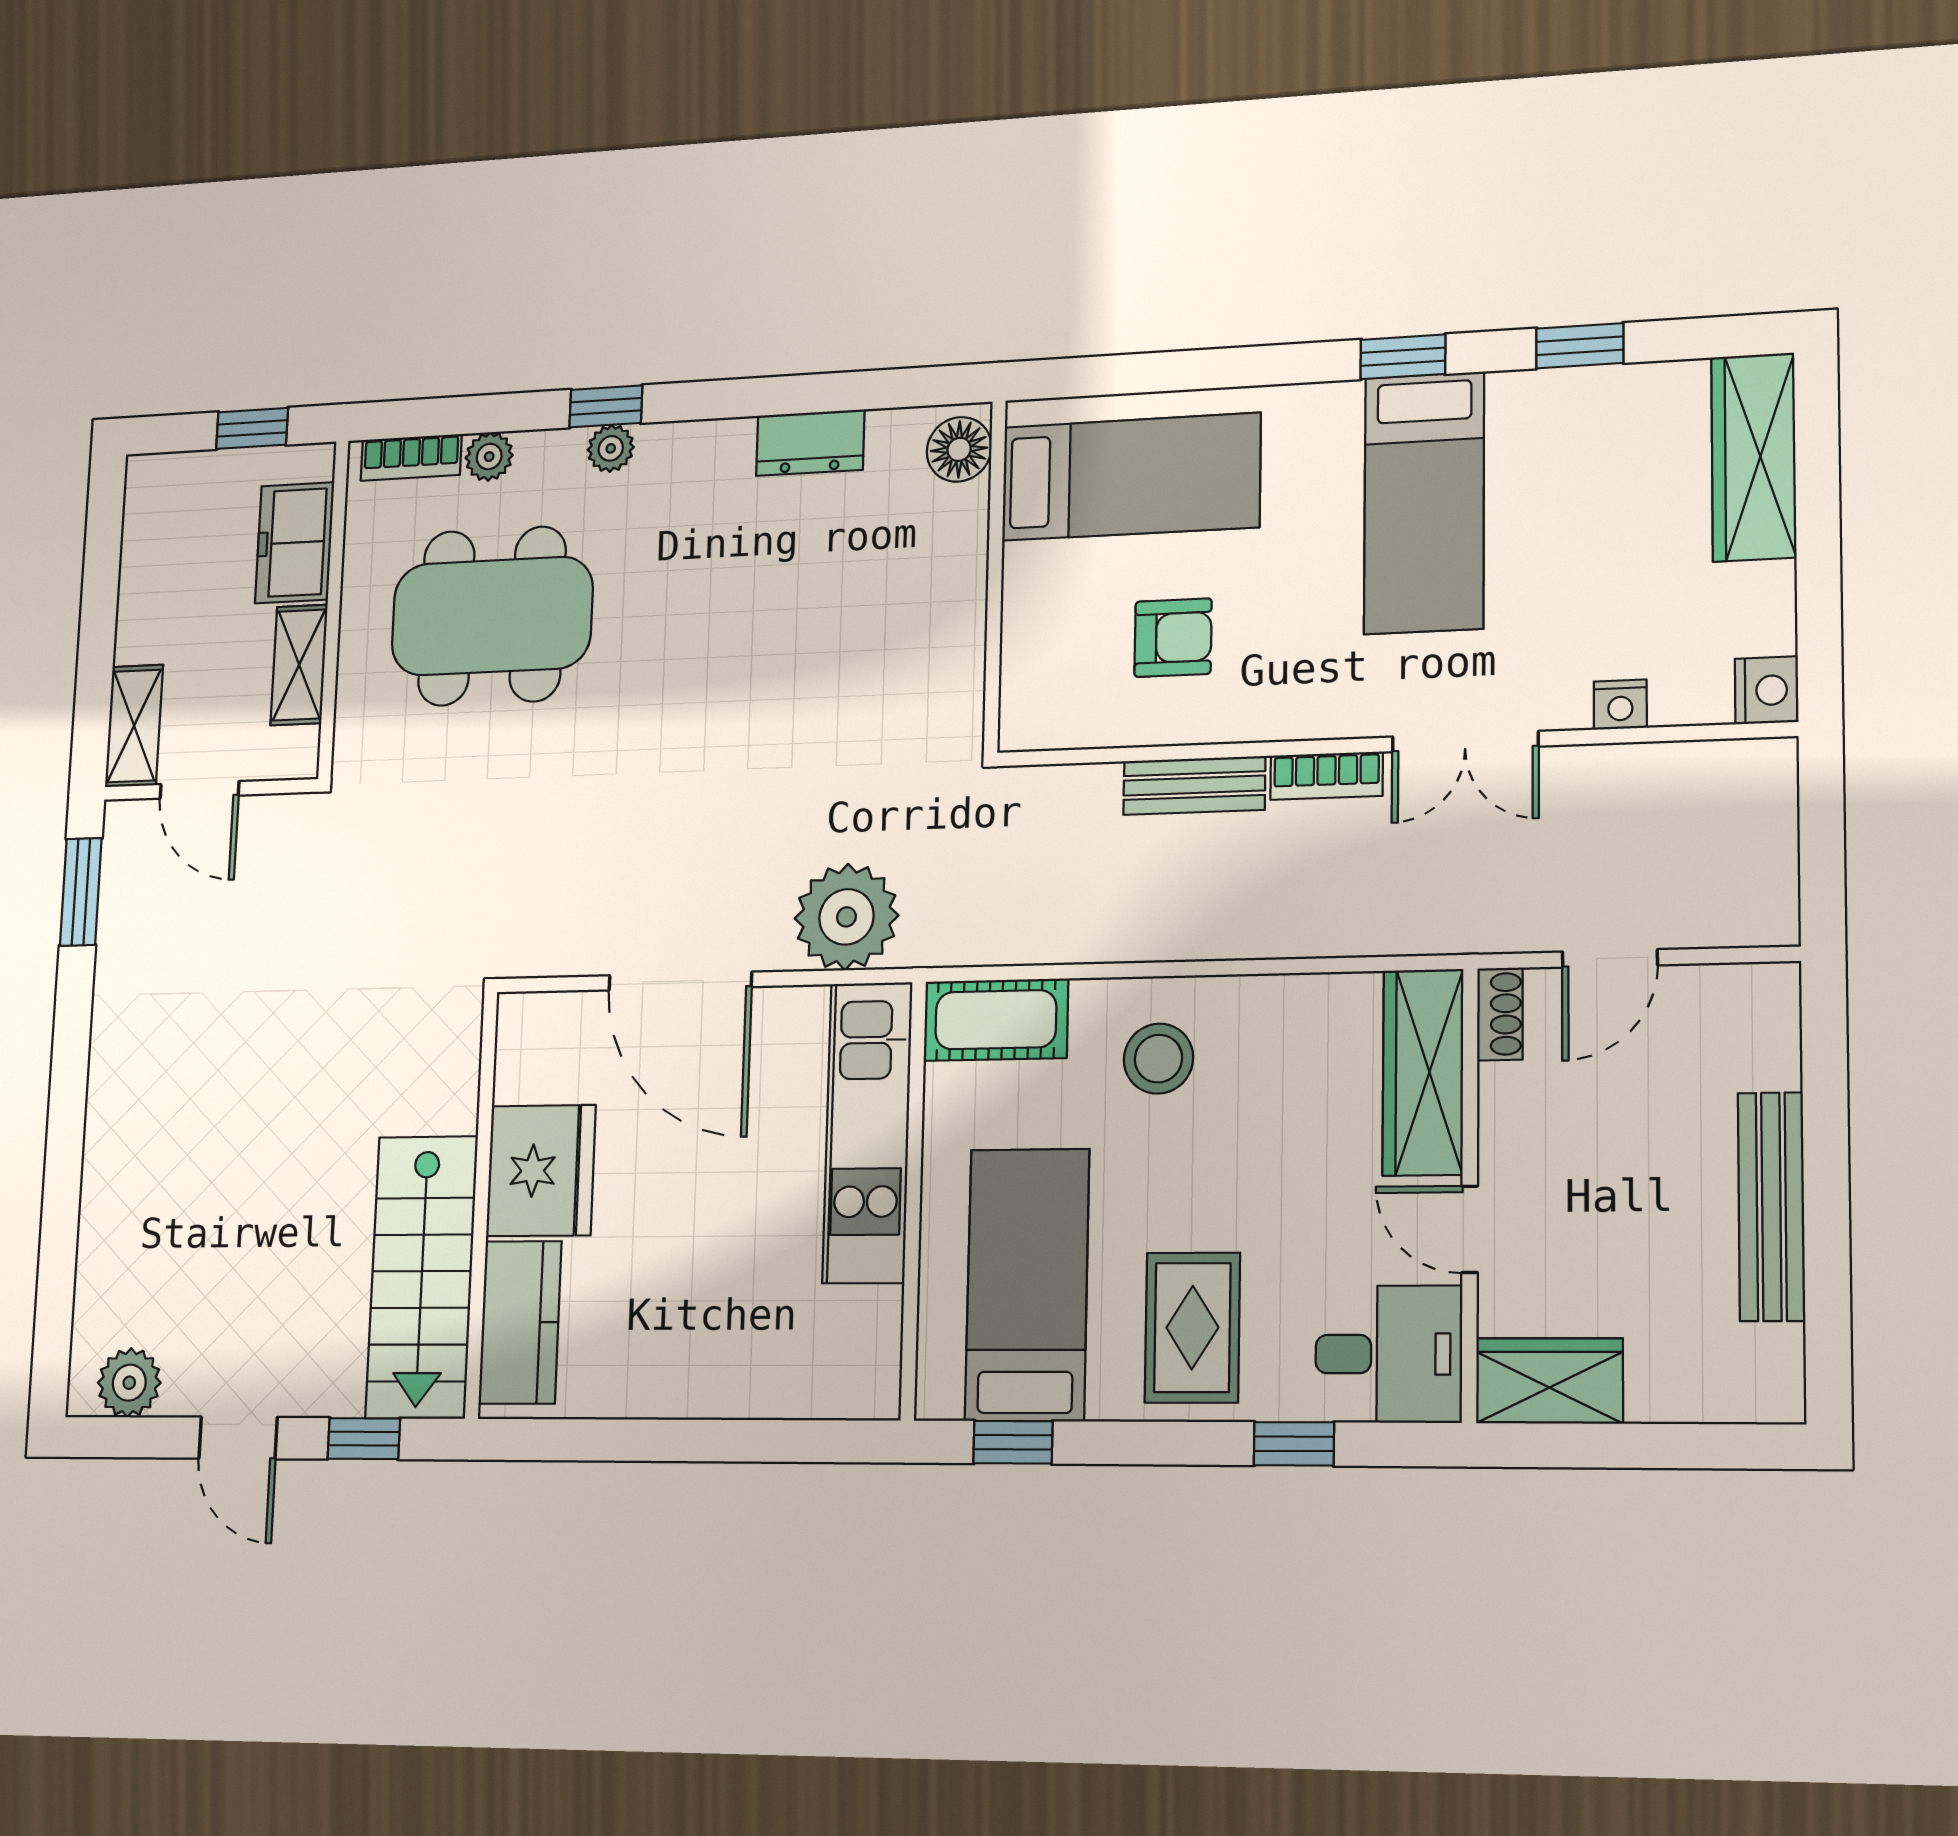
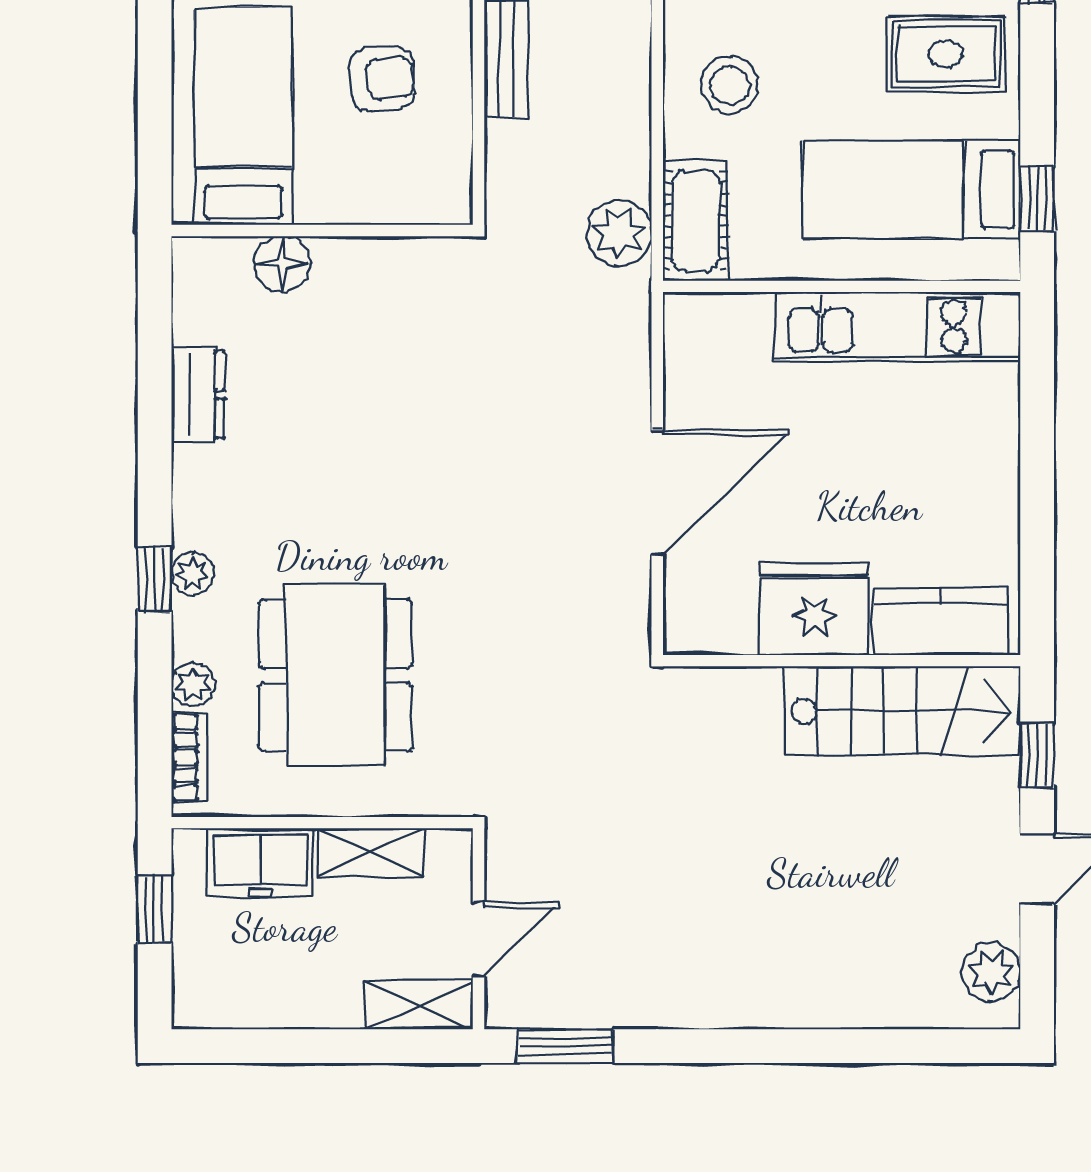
floor lamp: (959, 449) -> (282, 264), moved
armchair: (1173, 638) -> (382, 79), turned 84
plant: (846, 917) -> (619, 233), moved, width x0.73, depth x0.73
kitchen unit: (867, 1133) -> (897, 327), moved

